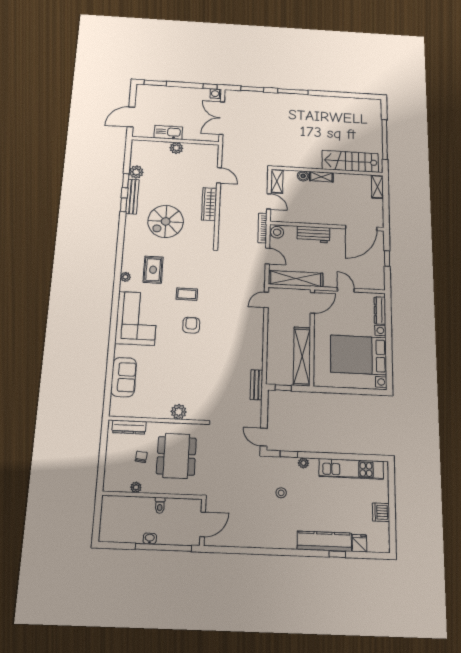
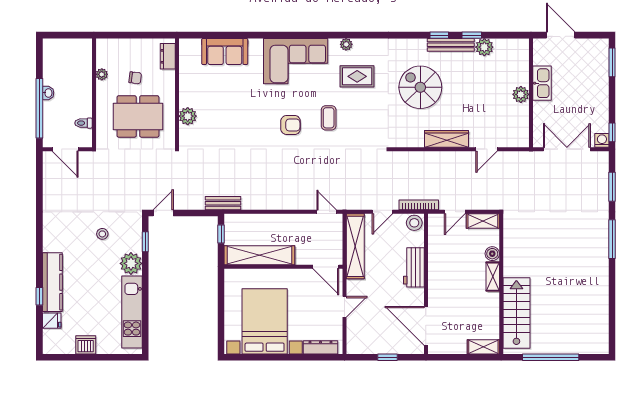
dresser: (129, 427) -> (168, 56), width x0.70
plant: (303, 463) -> (131, 263), width x1.88, depth x1.88
toilet: (160, 505) -> (83, 123), moved

